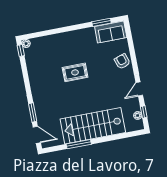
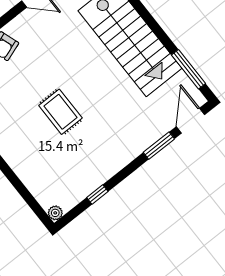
window: (21, 50) -> (97, 194), moved
window: (79, 144) -> (189, 69), moved

